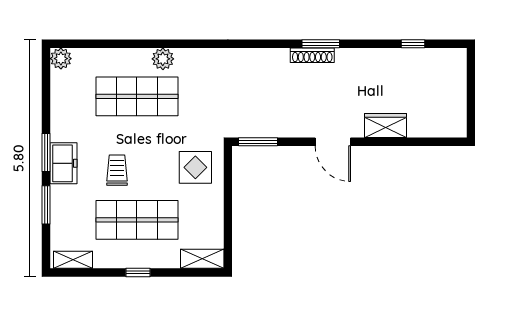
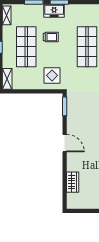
wardrobe: (385, 126) -> (73, 182), moved
door: (333, 142) -> (65, 143), swing flipped

